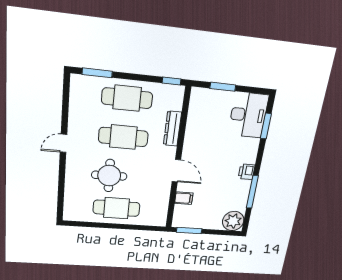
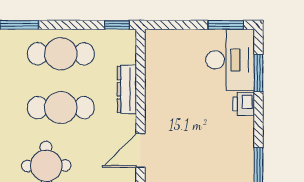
window: (223, 87) -> (226, 25), moved
door: (176, 171) -> (140, 150), swing flipped
printer: (247, 172) -> (244, 104), moved

